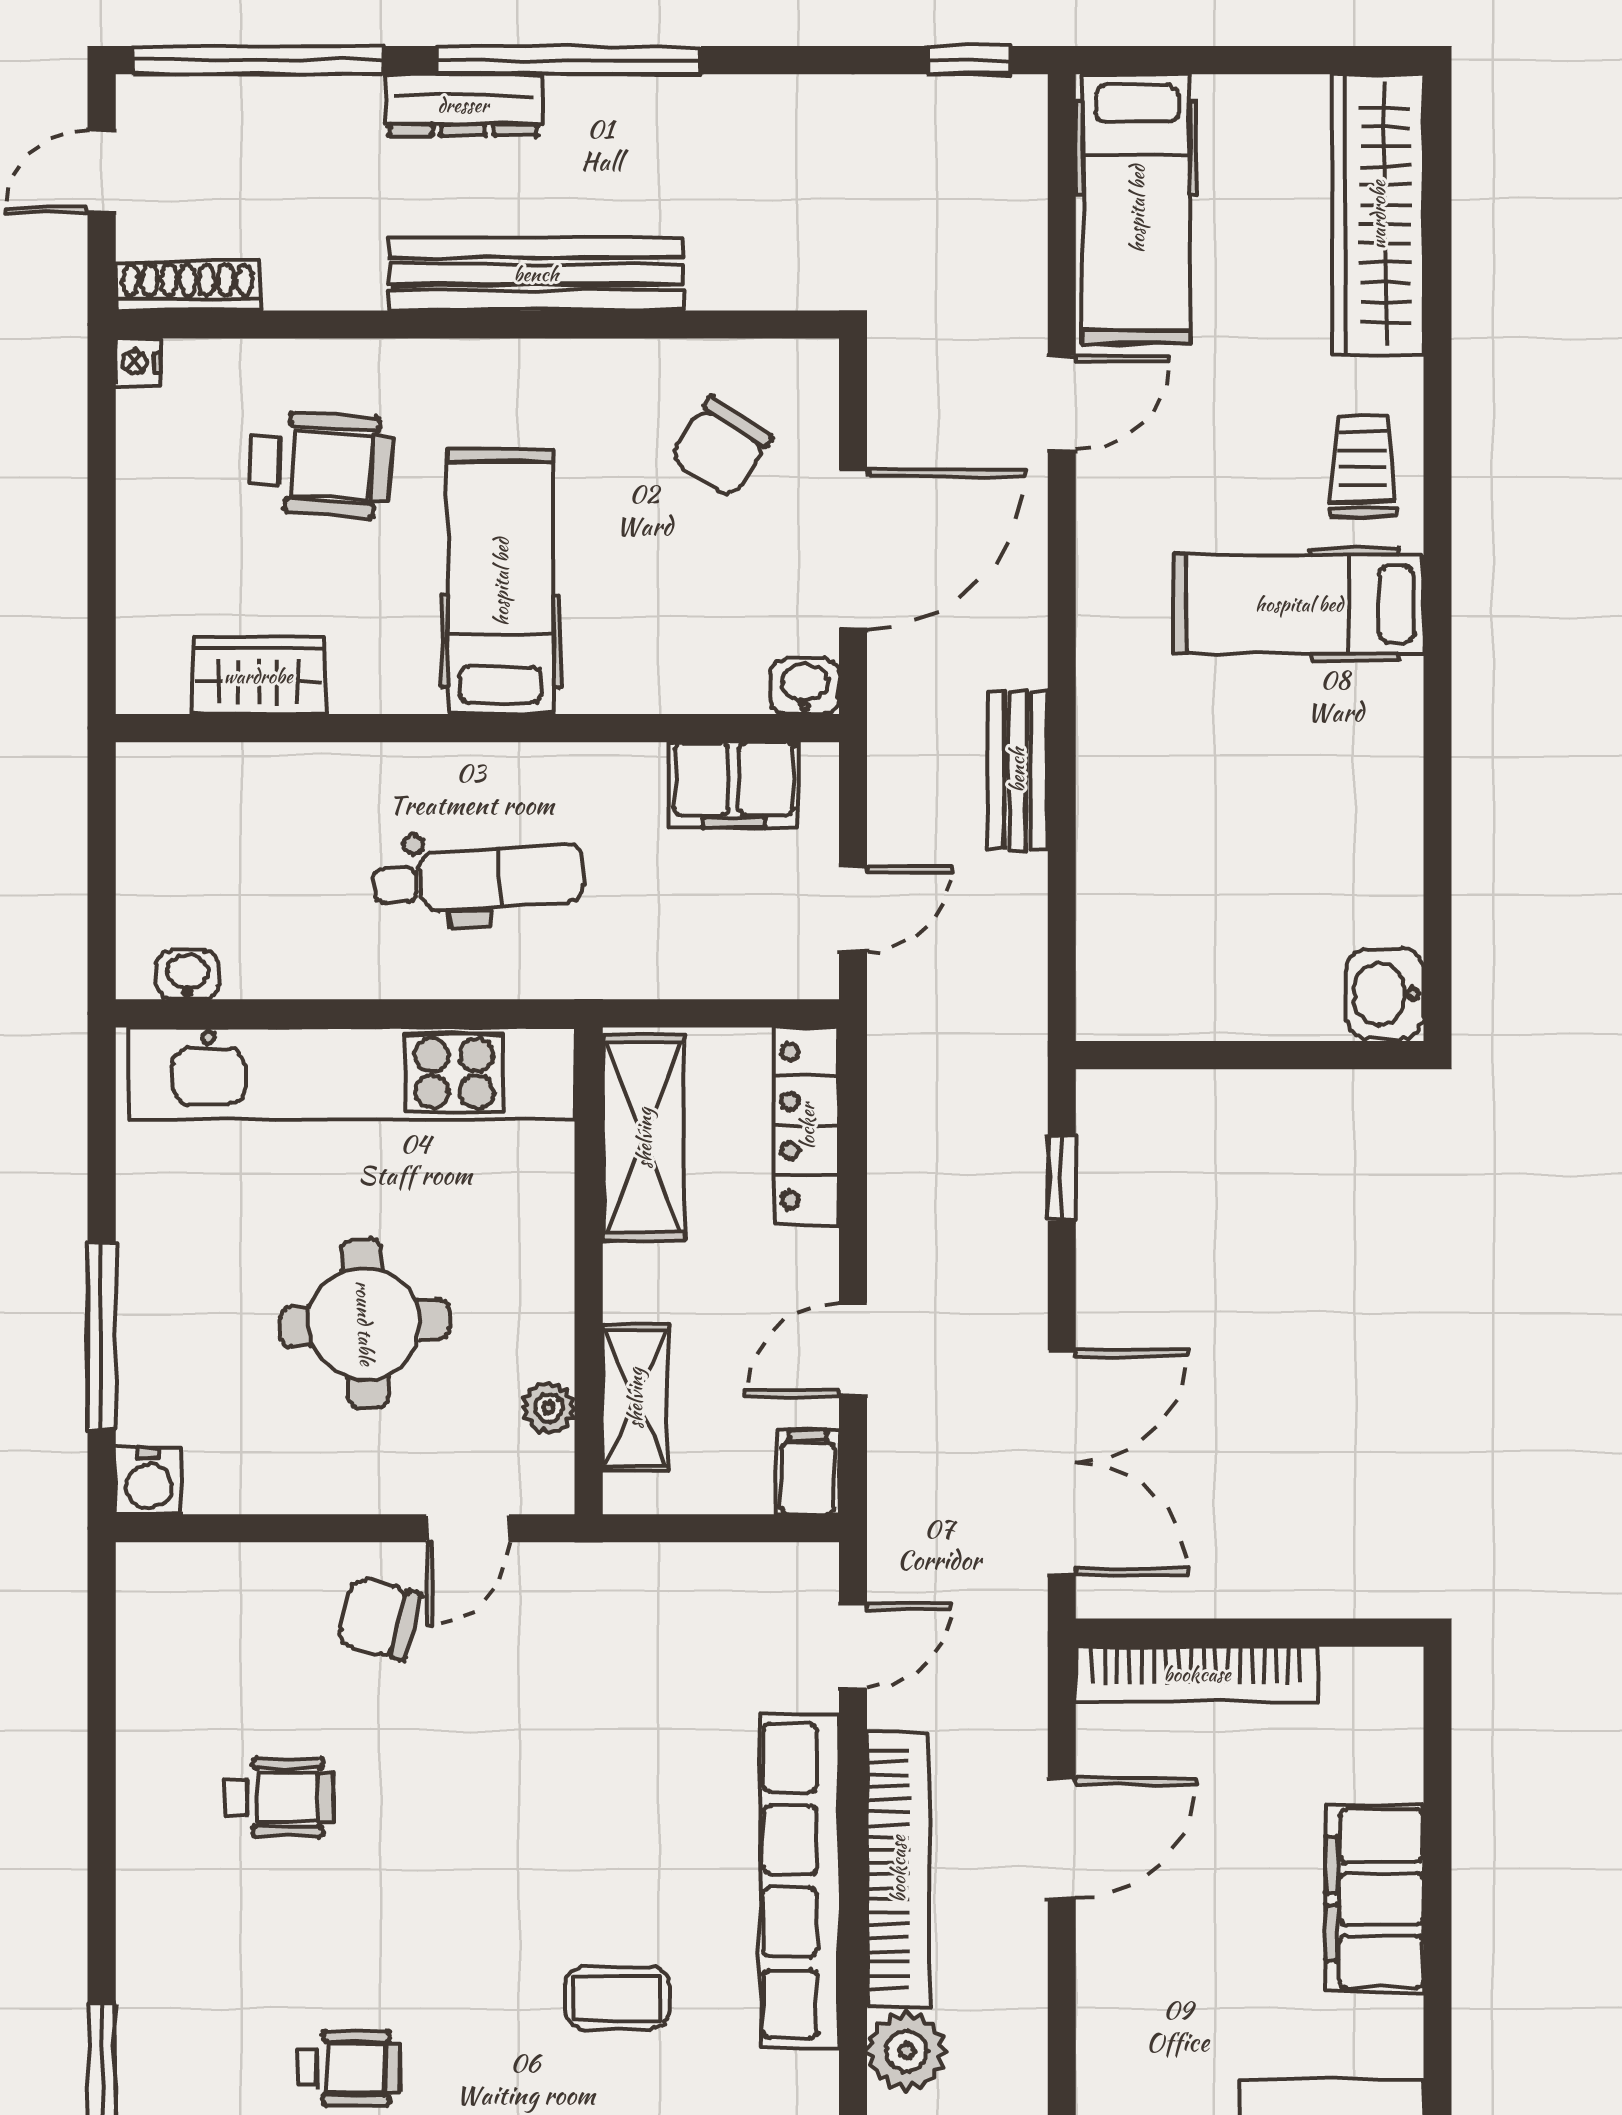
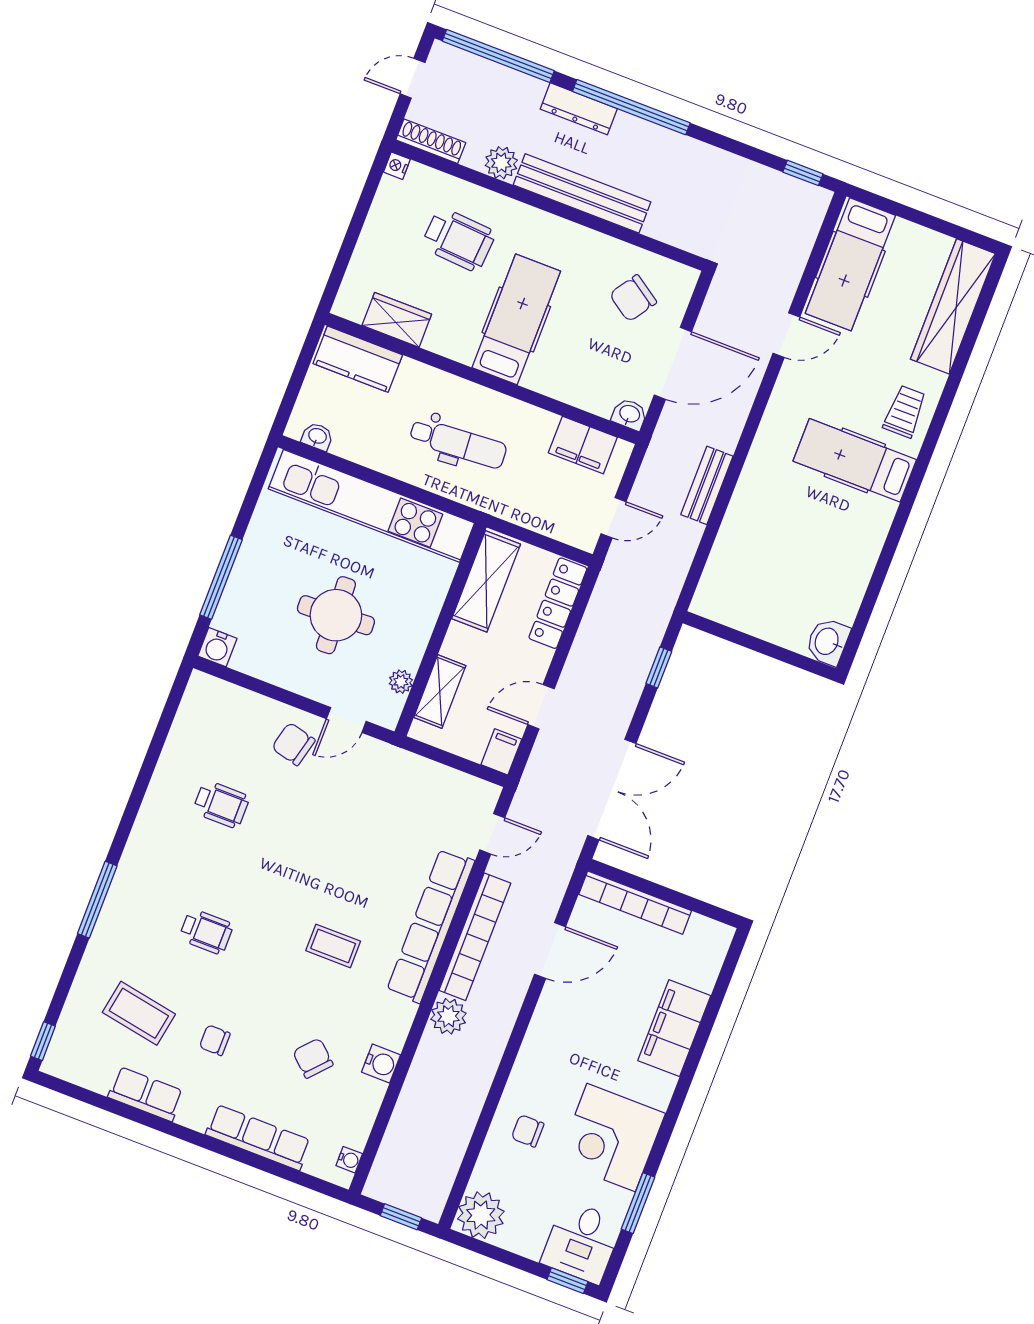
plant: (348, 275) -> (501, 163), added
kitchen counter: (209, 786) -> (358, 359), added

